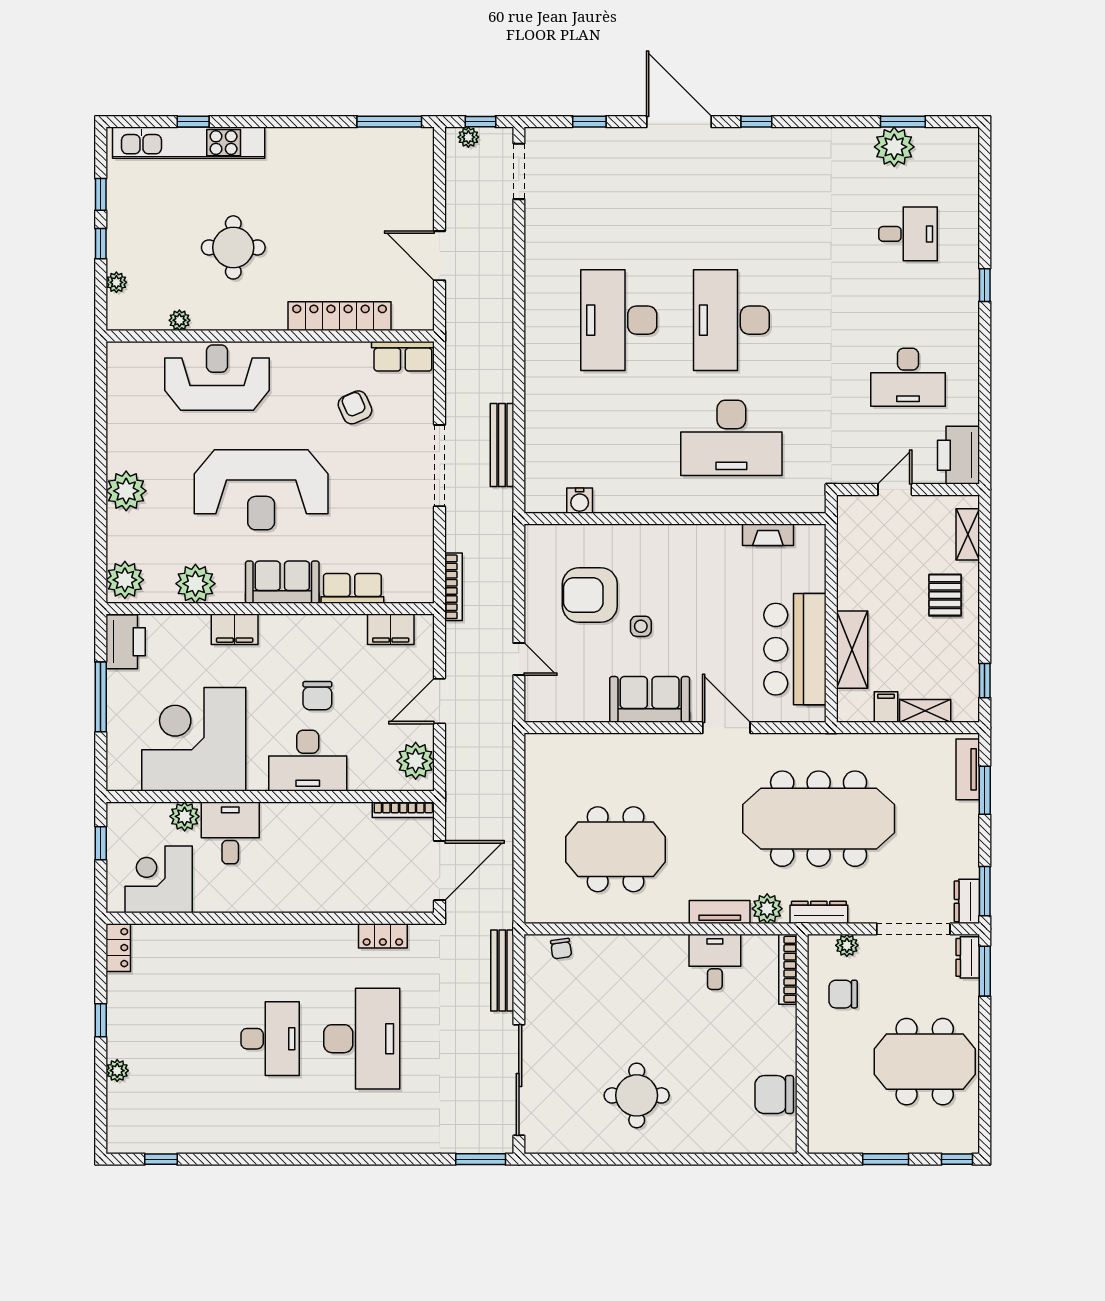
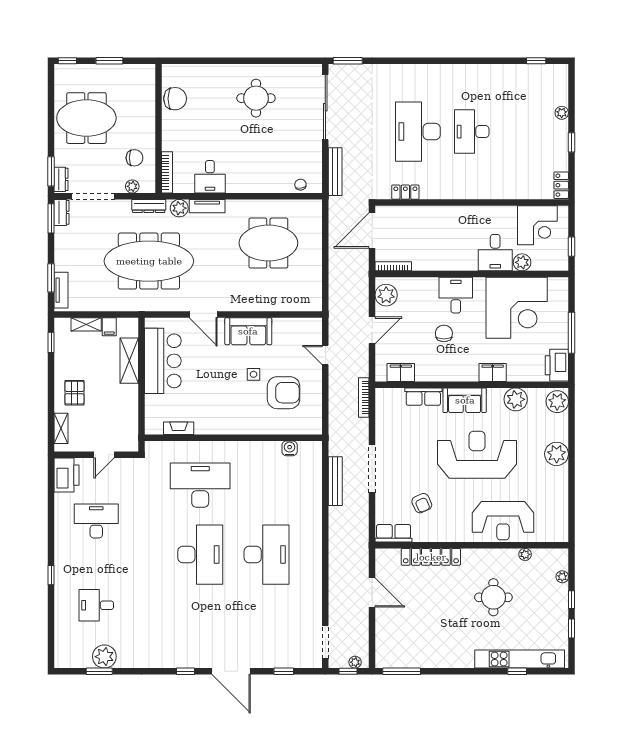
desk: (308, 761) -> (456, 295), width x0.73

